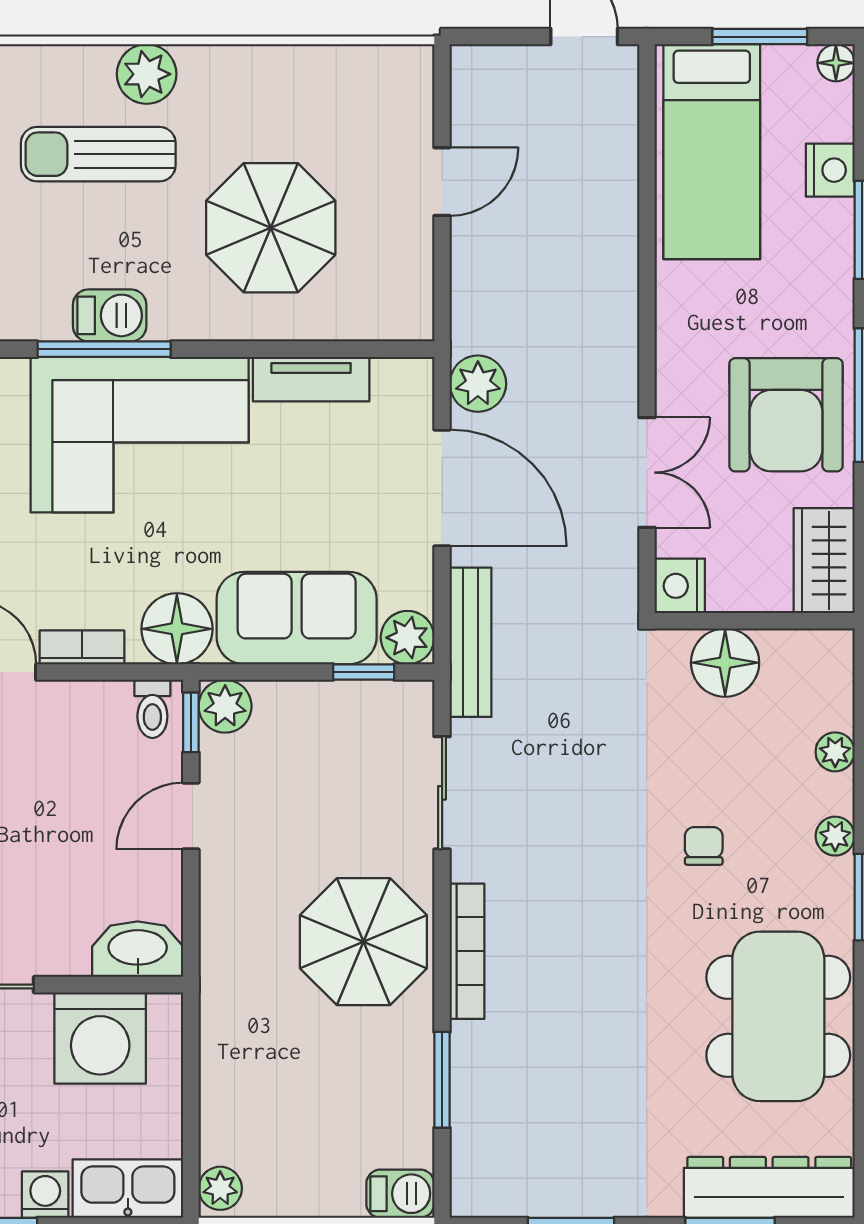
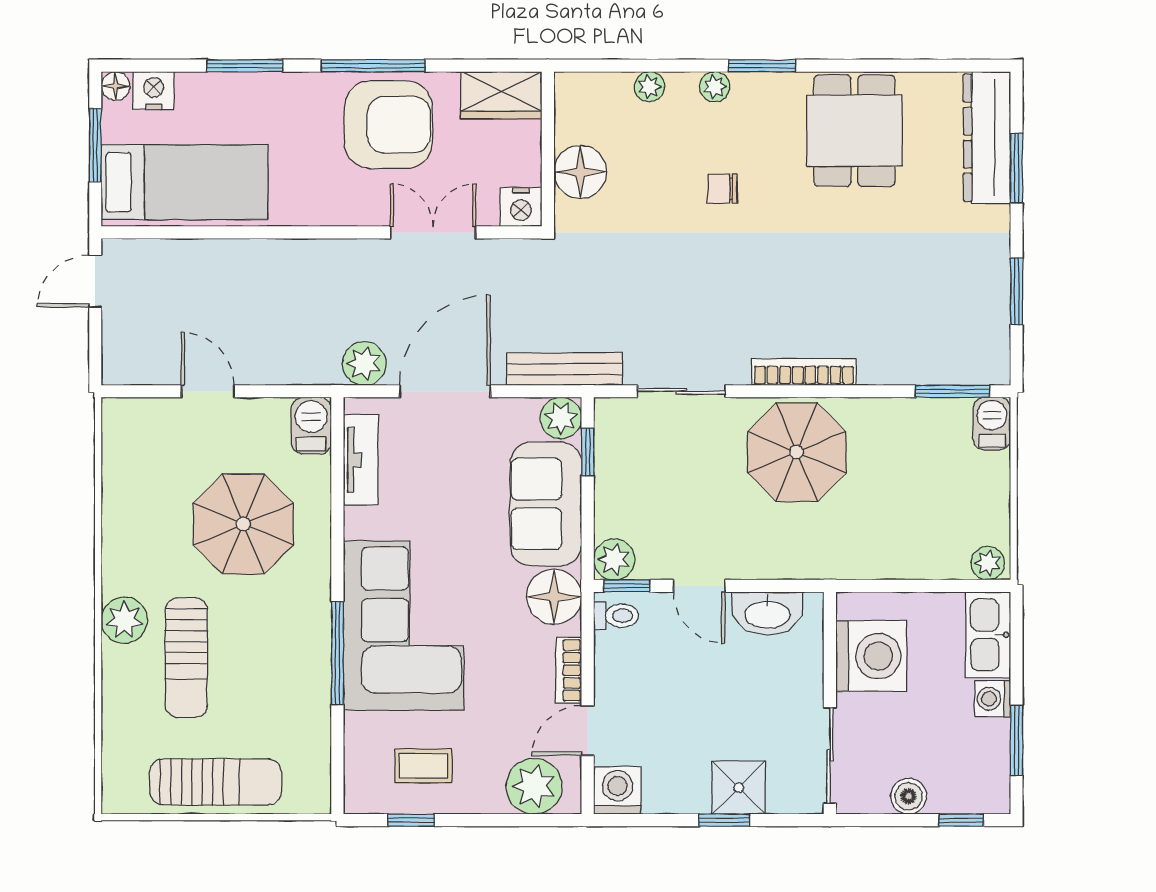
nightstand: (830, 170) -> (154, 90), moved
barbecue: (110, 315) -> (311, 426), moved
tv unit: (311, 379) -> (361, 460), moved
washbasin: (138, 949) -> (767, 613), moved, turned -90
dining table: (778, 1016) -> (854, 131), width x0.73
window: (442, 1080) -> (953, 391), moved

